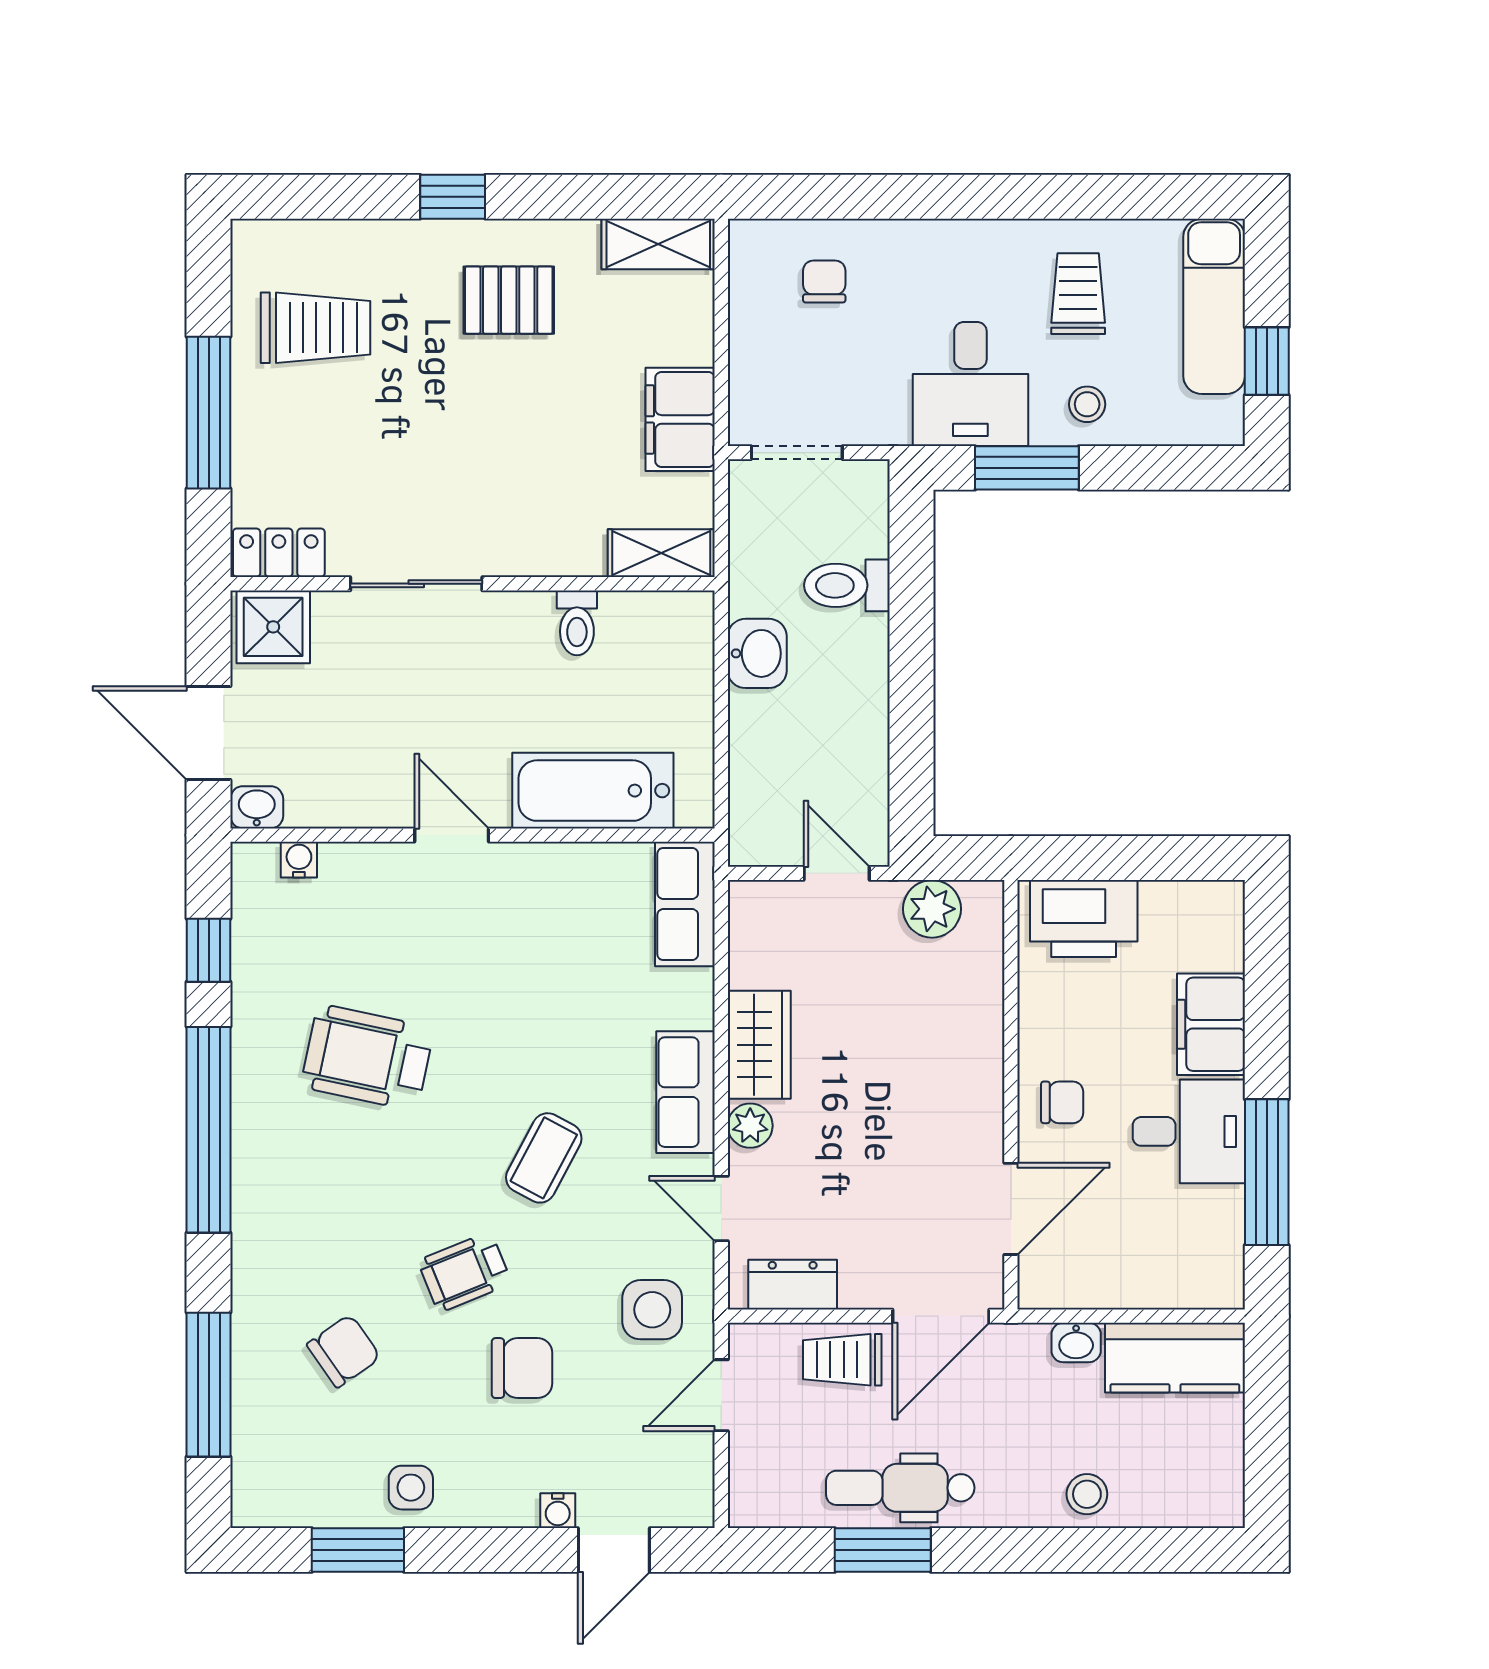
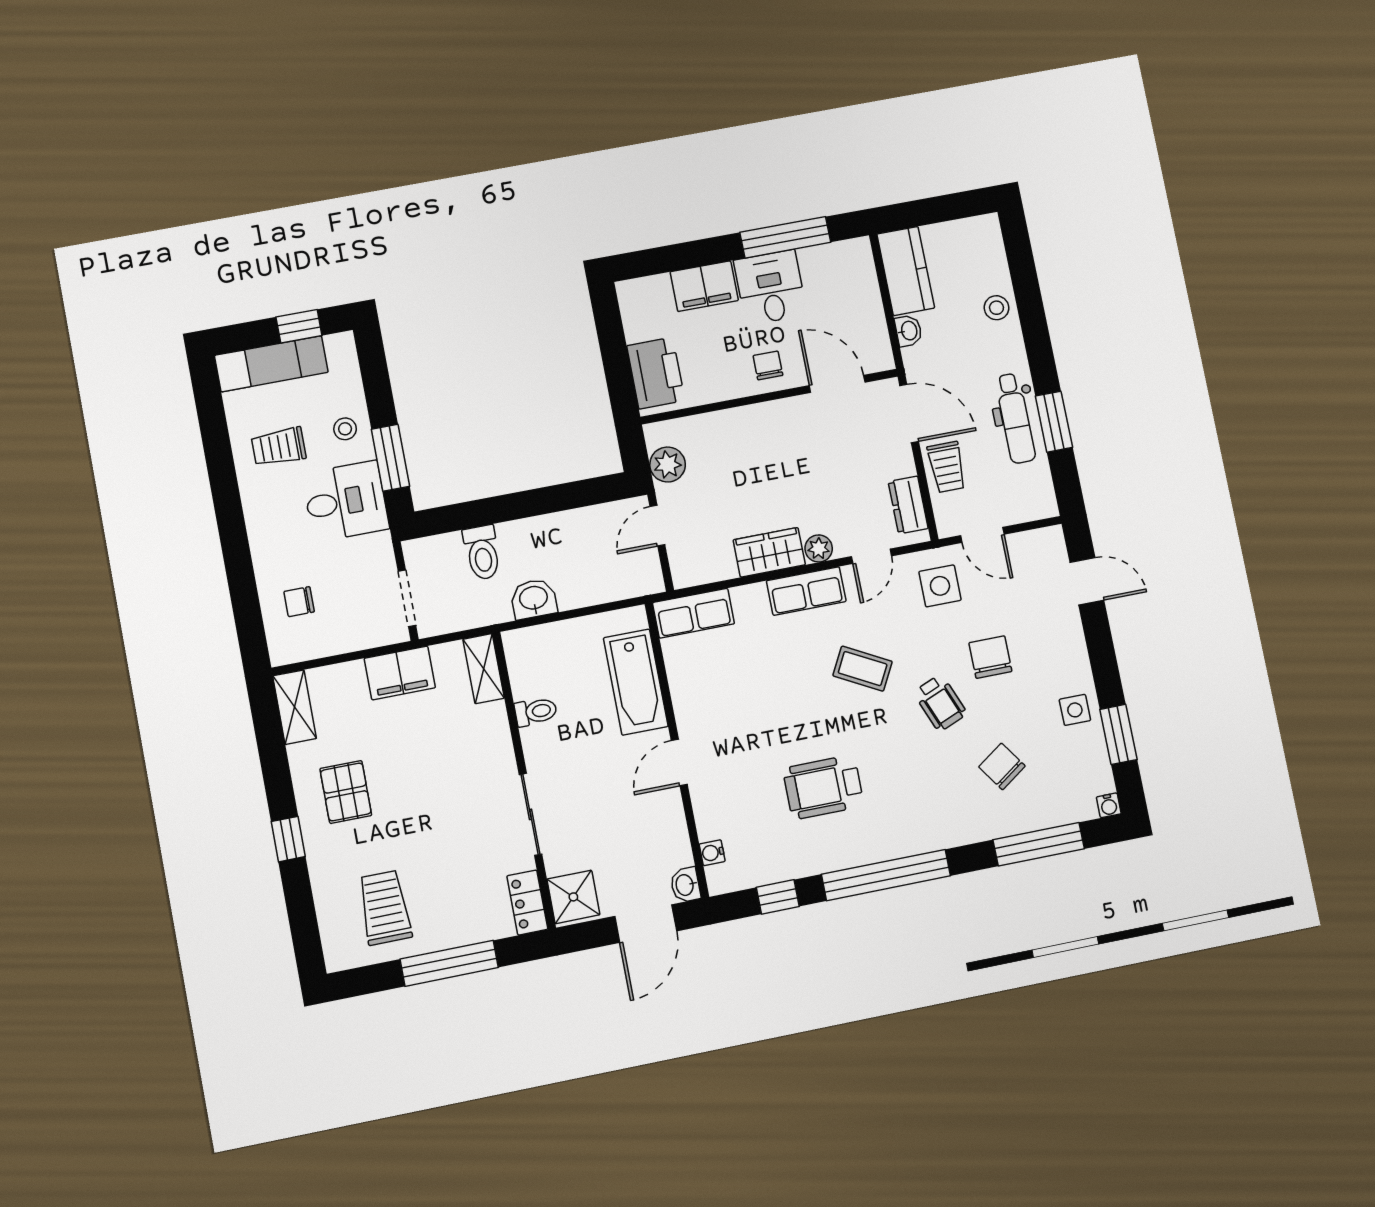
wheelchair: (367, 1057) -> (823, 787), turned 78
water cooler: (558, 1511) -> (1109, 805), moved, turned 90

